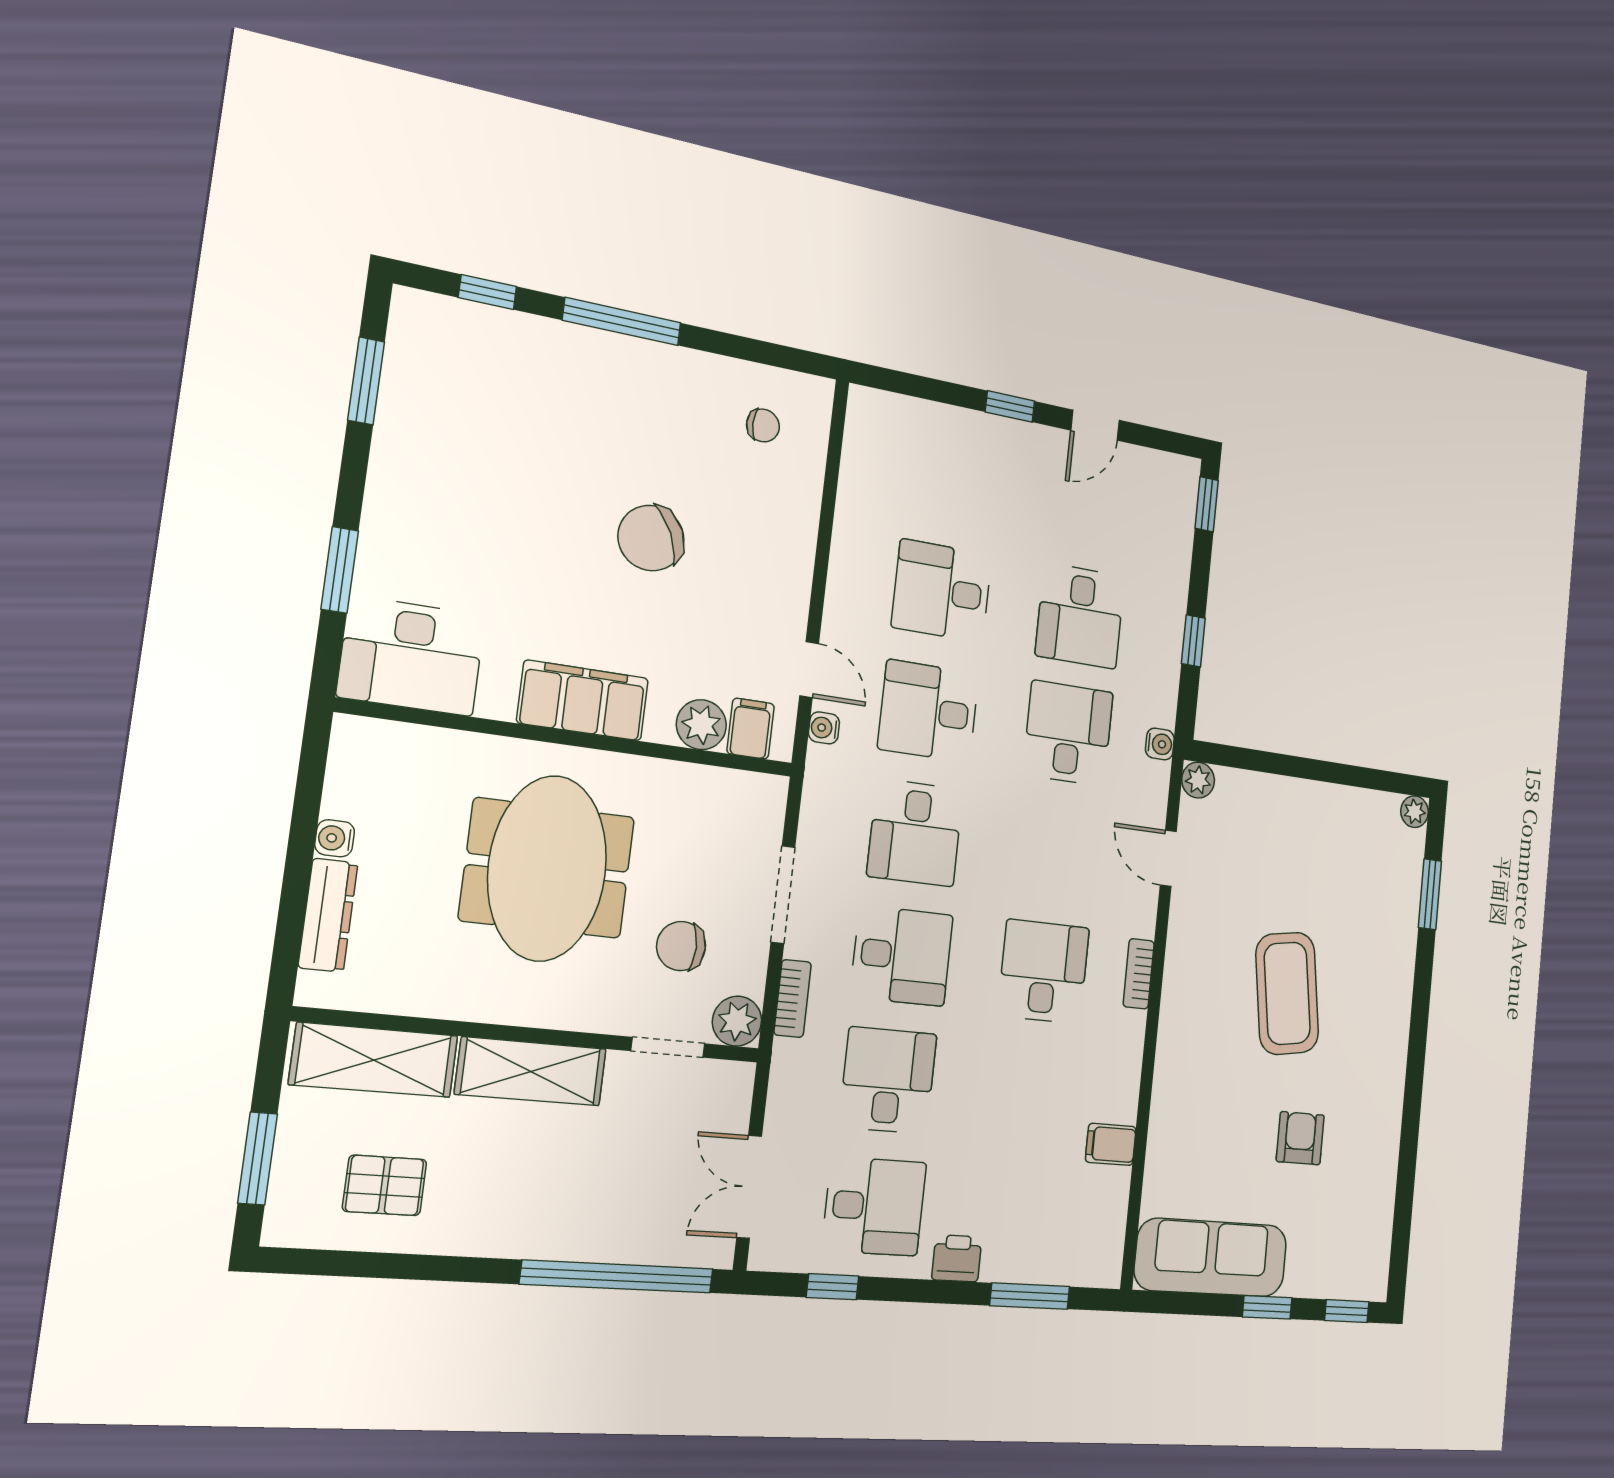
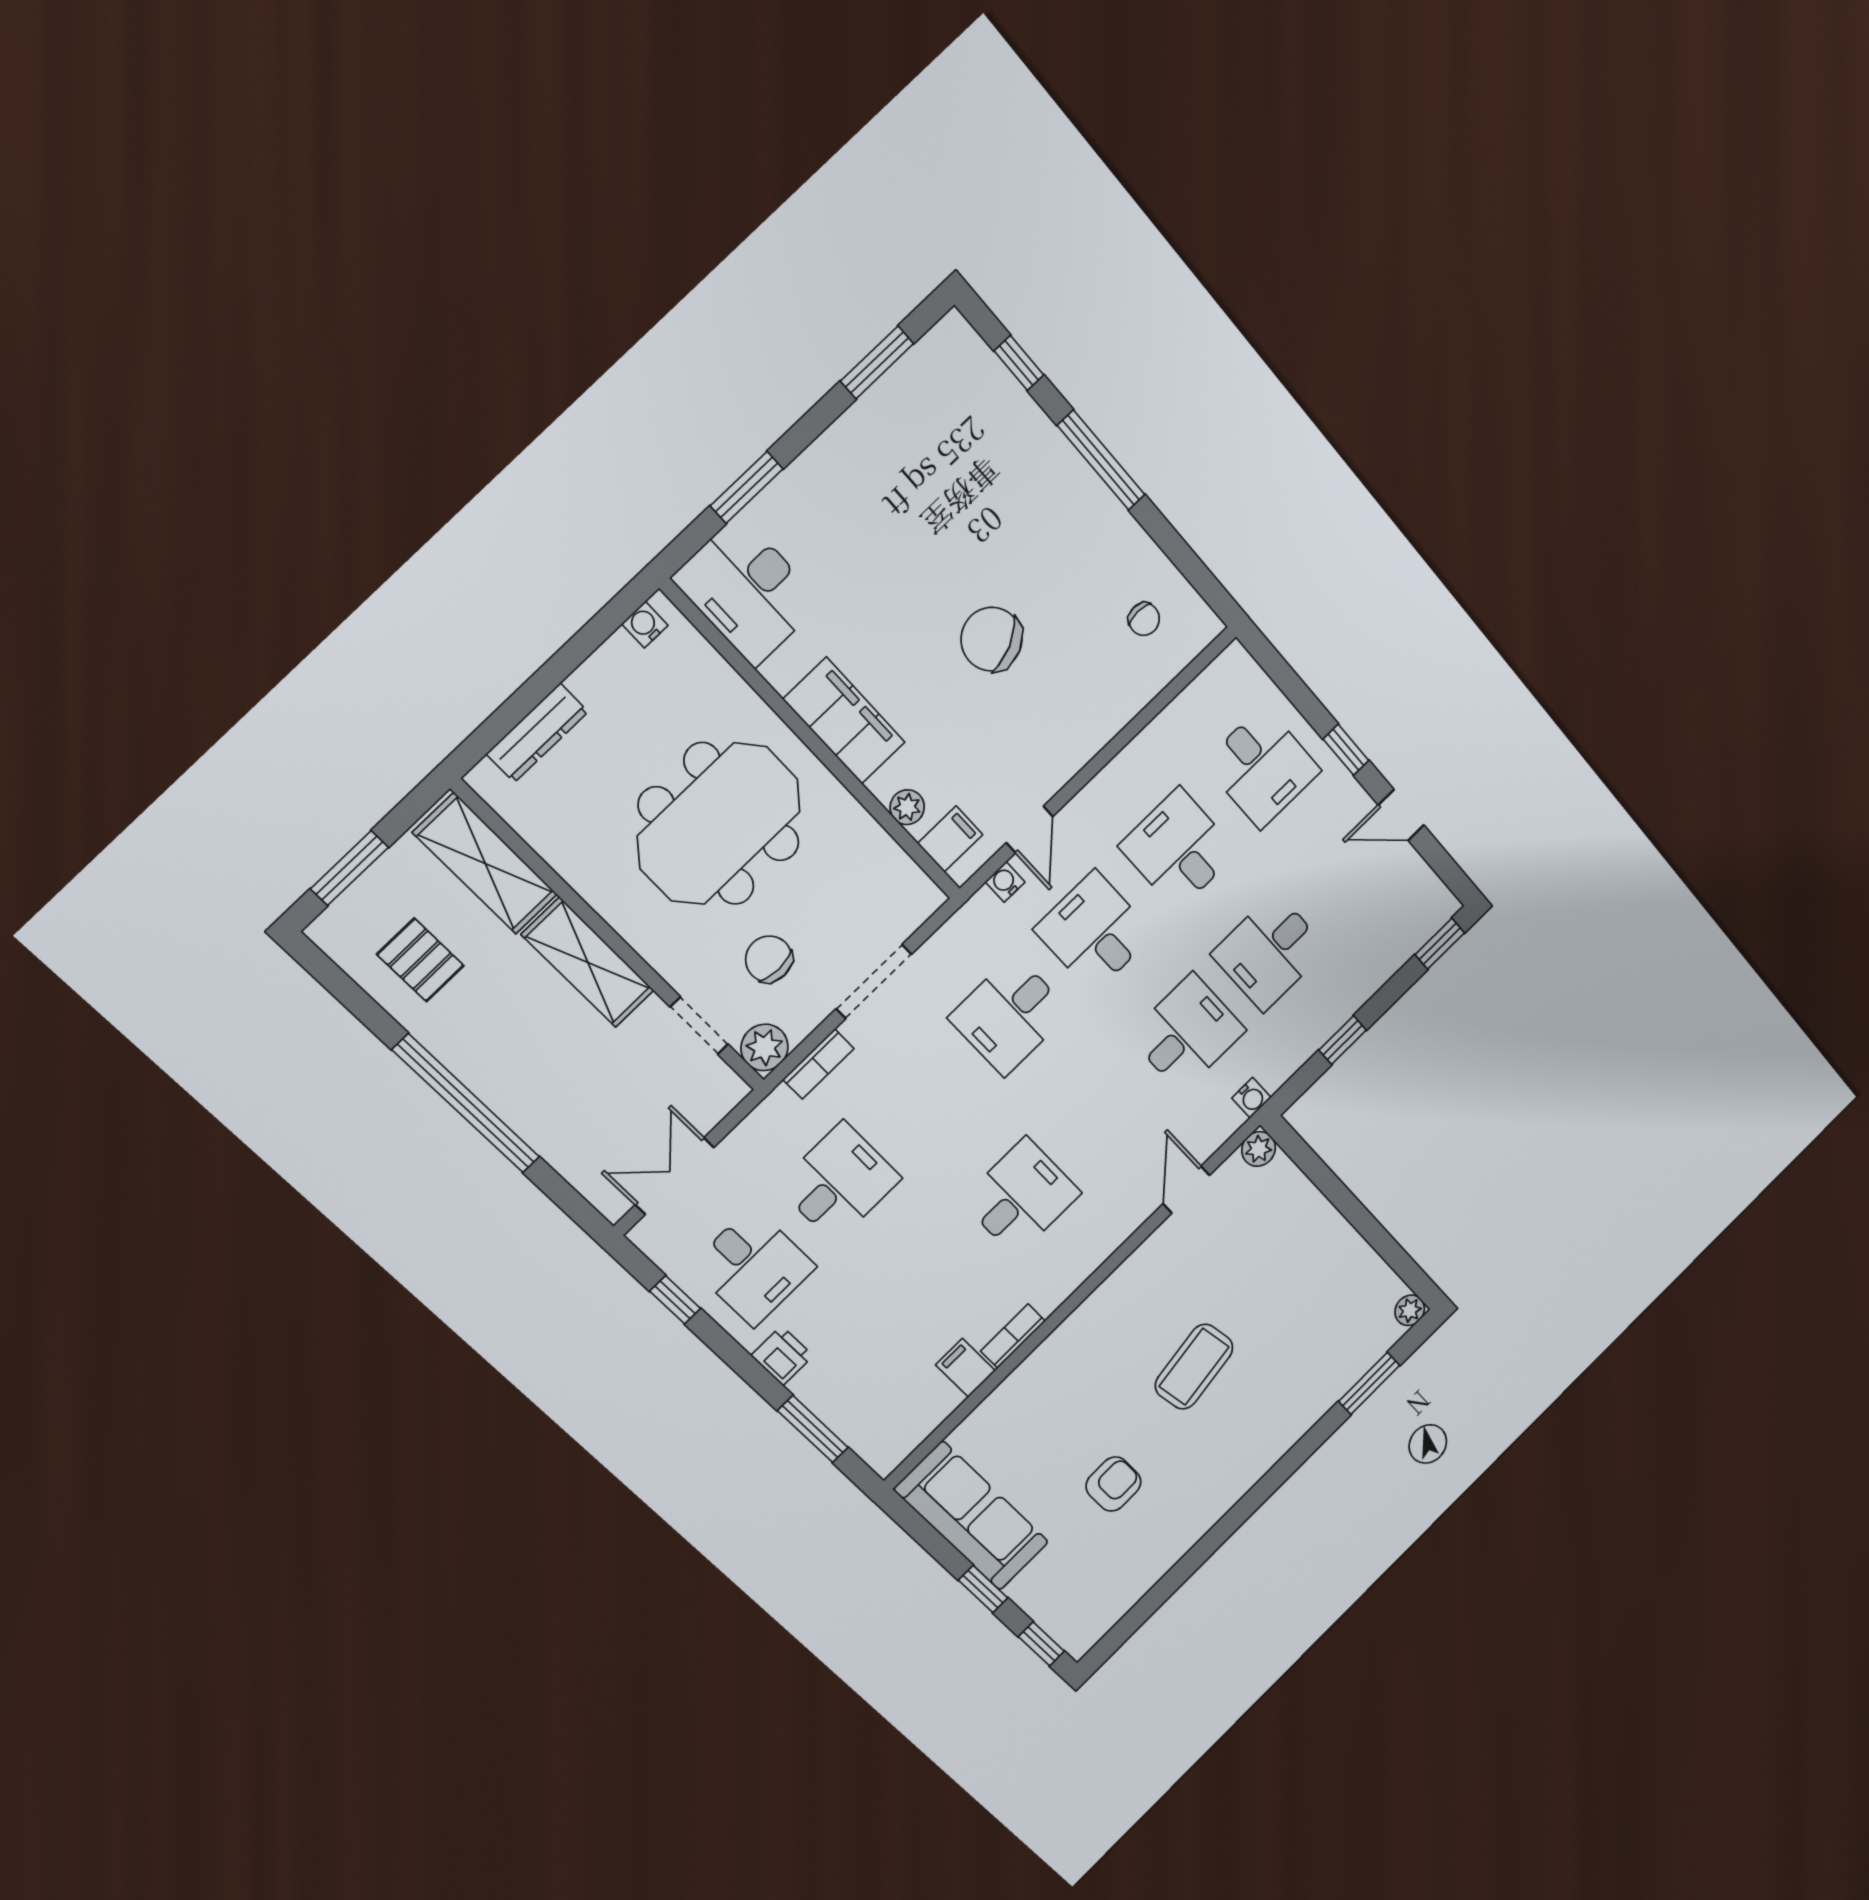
plant: (701, 725) -> (907, 807), width x0.73, depth x0.73
water cooler: (335, 838) -> (645, 625), moved
desk: (902, 956) -> (1262, 767), moved
bookcase: (1139, 974) -> (1013, 1336), moved
coffee table: (1287, 993) -> (1194, 1367), width x0.73, depth x0.76
window: (617, 1276) -> (466, 1104), moved

